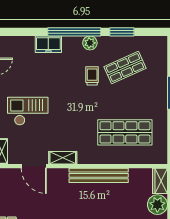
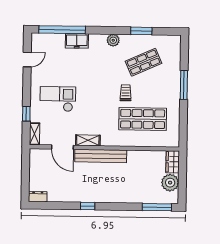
window: (74, 32) -> (62, 30), moved
trolley: (92, 76) -> (126, 93), moved
bench: (99, 175) -> (101, 156), moved

